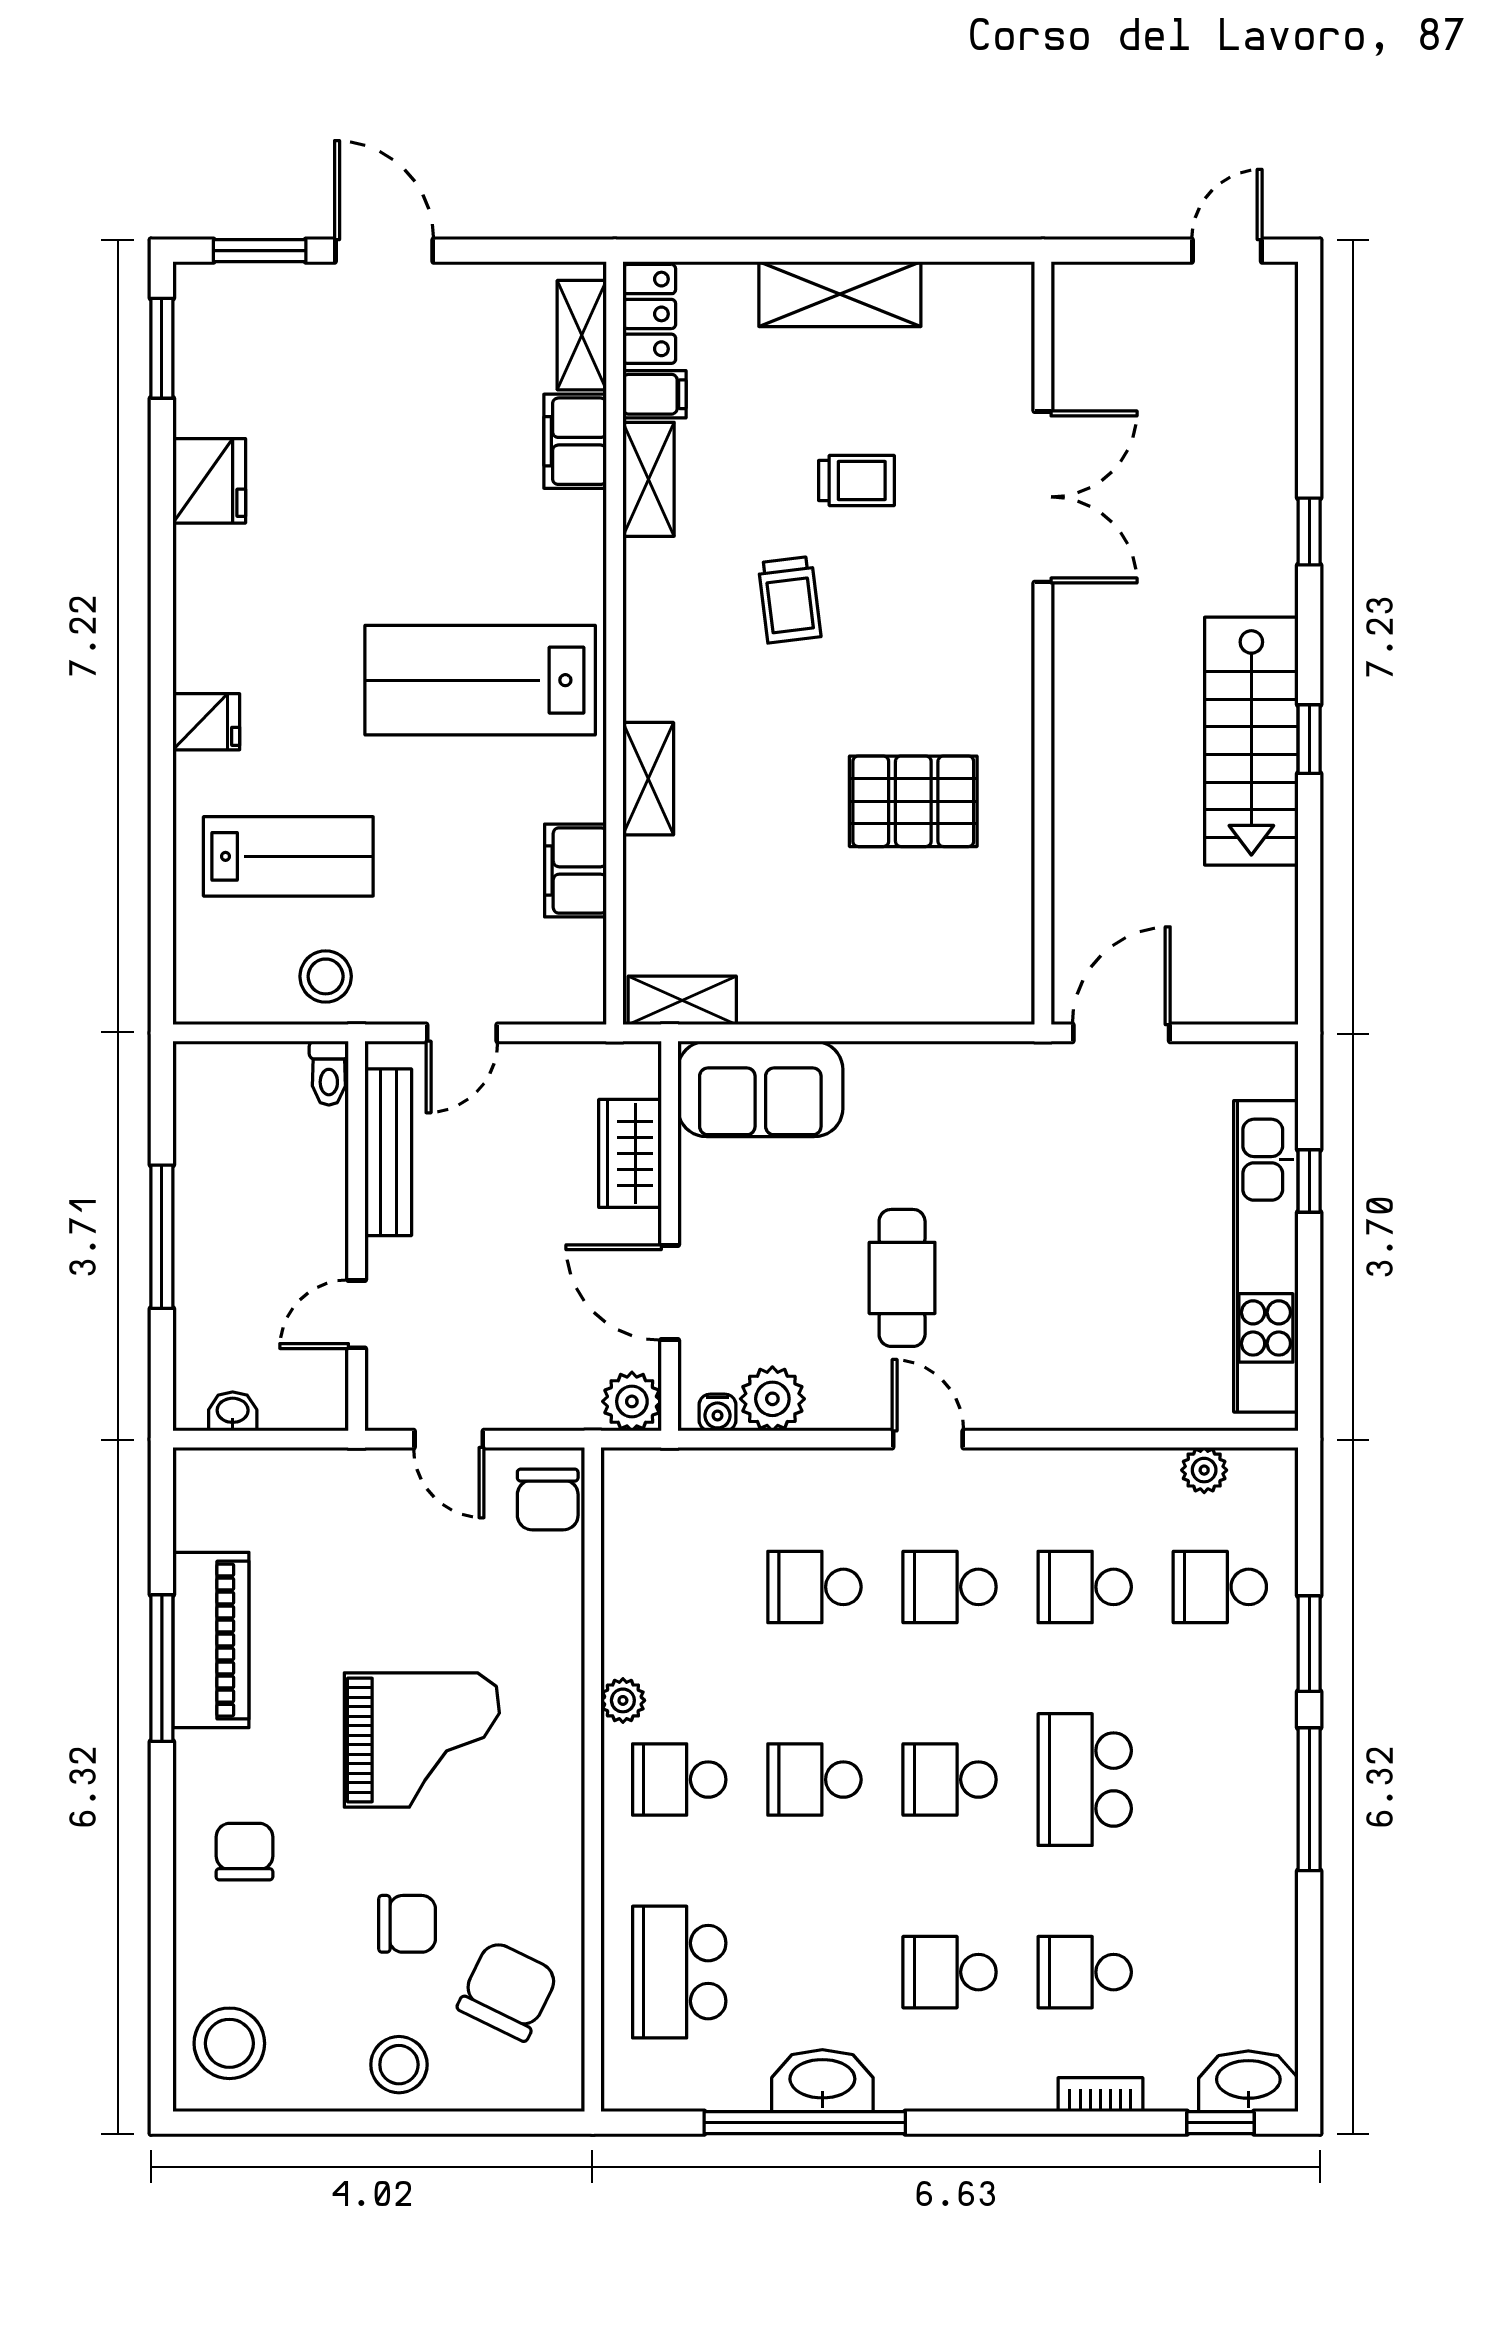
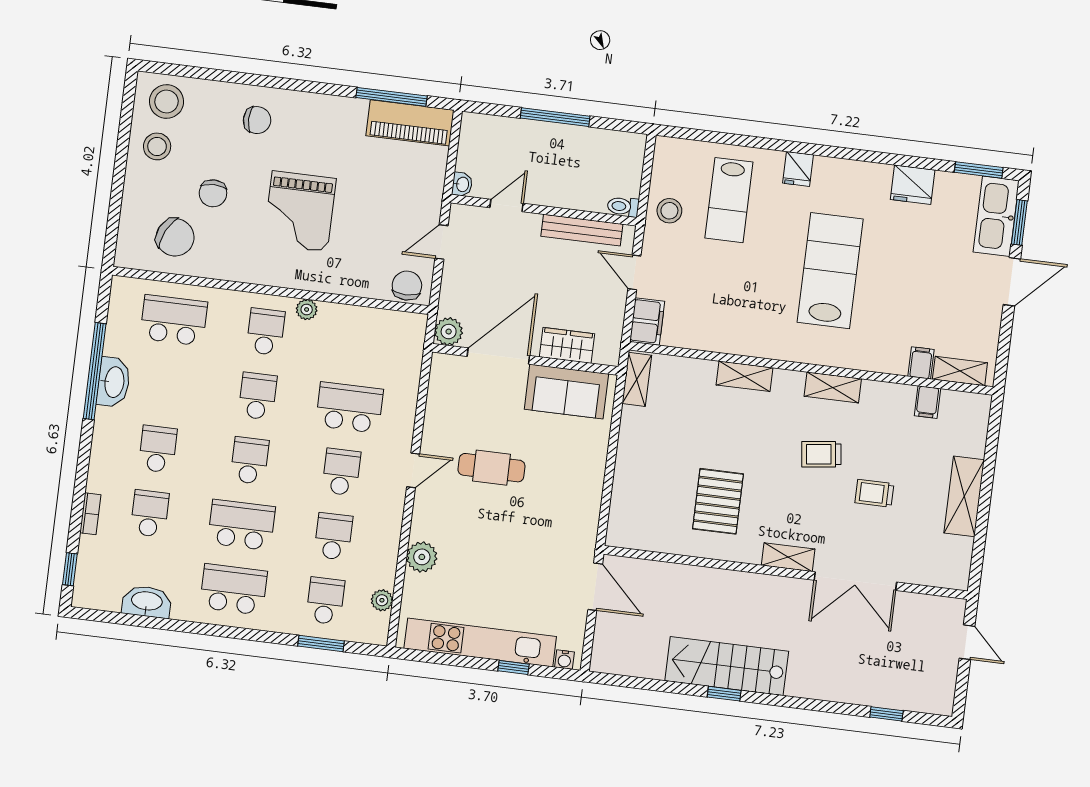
door: (1227, 251) -> (967, 642), moved
kitchen sink: (253, 300) -> (996, 216), added
locker: (649, 314) -> (966, 404), removed
filing cabinet: (575, 441) -> (921, 363), width x0.50
shelving: (649, 479) -> (833, 387), moved
trolley: (856, 481) -> (874, 493), turned 90
window: (1309, 531) -> (886, 714), moved
shelving: (1011, 642) -> (788, 557), added
lab bench: (480, 680) -> (830, 271), moved
filing cabinet: (576, 870) -> (647, 321), moved, turned 90
sofa: (760, 1089) -> (566, 392), moved, turned -90
door: (670, 1293) -> (498, 356), width x1.36
door: (357, 1314) -> (507, 206), hinge flipped
plant: (772, 1399) -> (422, 557), moved
washbasin: (233, 1411) -> (462, 184), moved
water cooler: (718, 1413) -> (564, 660), moved, turned -90
chair: (548, 1499) -> (407, 286), turned 90
school desk: (814, 1587) -> (349, 408), width x1.85
piano: (211, 1640) -> (410, 123), moved
window: (1309, 1644) -> (321, 643), moved
window: (162, 1668) -> (391, 97), moved
school desk: (1220, 1780) -> (233, 589), added
window: (1309, 1799) -> (219, 631), removed
stool: (399, 2065) -> (157, 146), moved
washbasin: (1248, 2081) -> (147, 602), moved, turned -90

